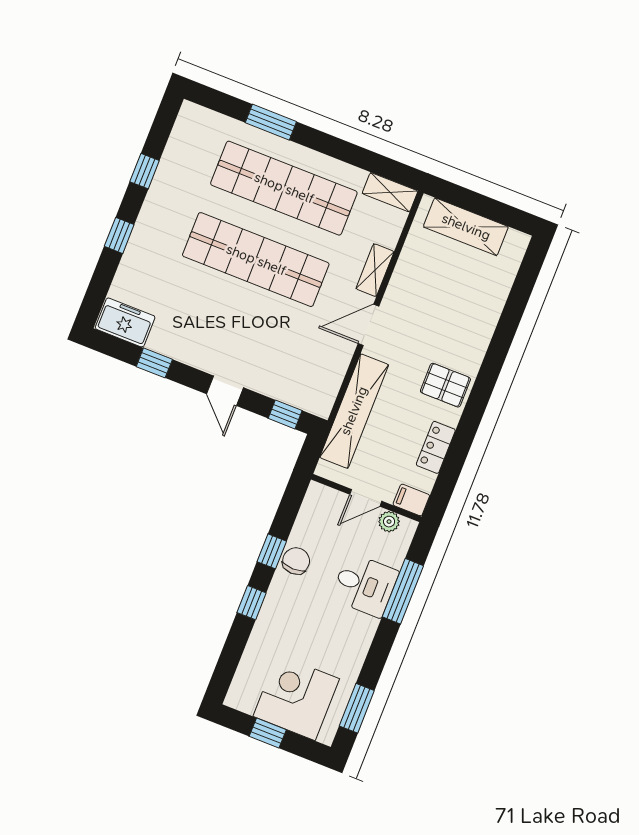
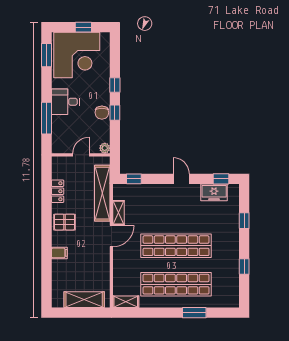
window: (119, 235) -> (244, 221), moved
shelving: (375, 270) -> (118, 213), moved
freezer: (125, 322) -> (214, 192), moved
window: (154, 363) -> (221, 179), moved
door: (225, 391) -> (181, 179), moved
filing cabinet: (411, 500) -> (59, 253), moved
plant: (389, 522) -> (105, 148), moved
desk: (365, 585) -> (65, 102), moved
corner desk: (296, 697) -> (77, 55), width x1.36, depth x1.36

